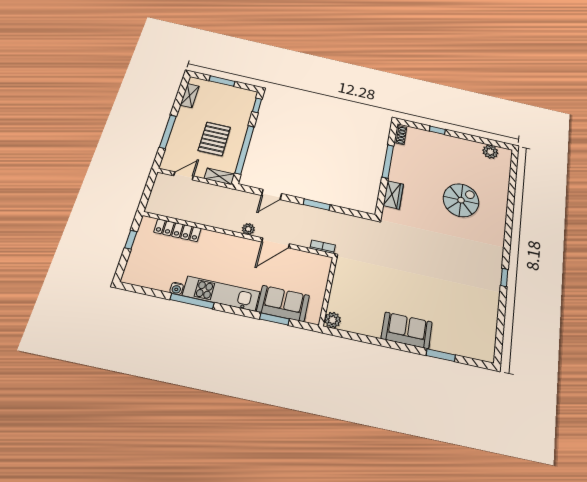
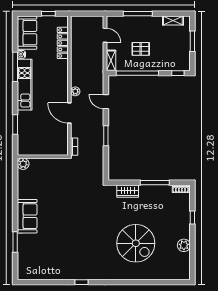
pallet: (214, 139) -> (141, 49), width x0.67, depth x0.71
plant: (490, 152) -> (184, 245), moved
spiral stairs: (461, 200) -> (136, 243), width x1.37, depth x1.37
sofa: (283, 303) -> (27, 33), moved

